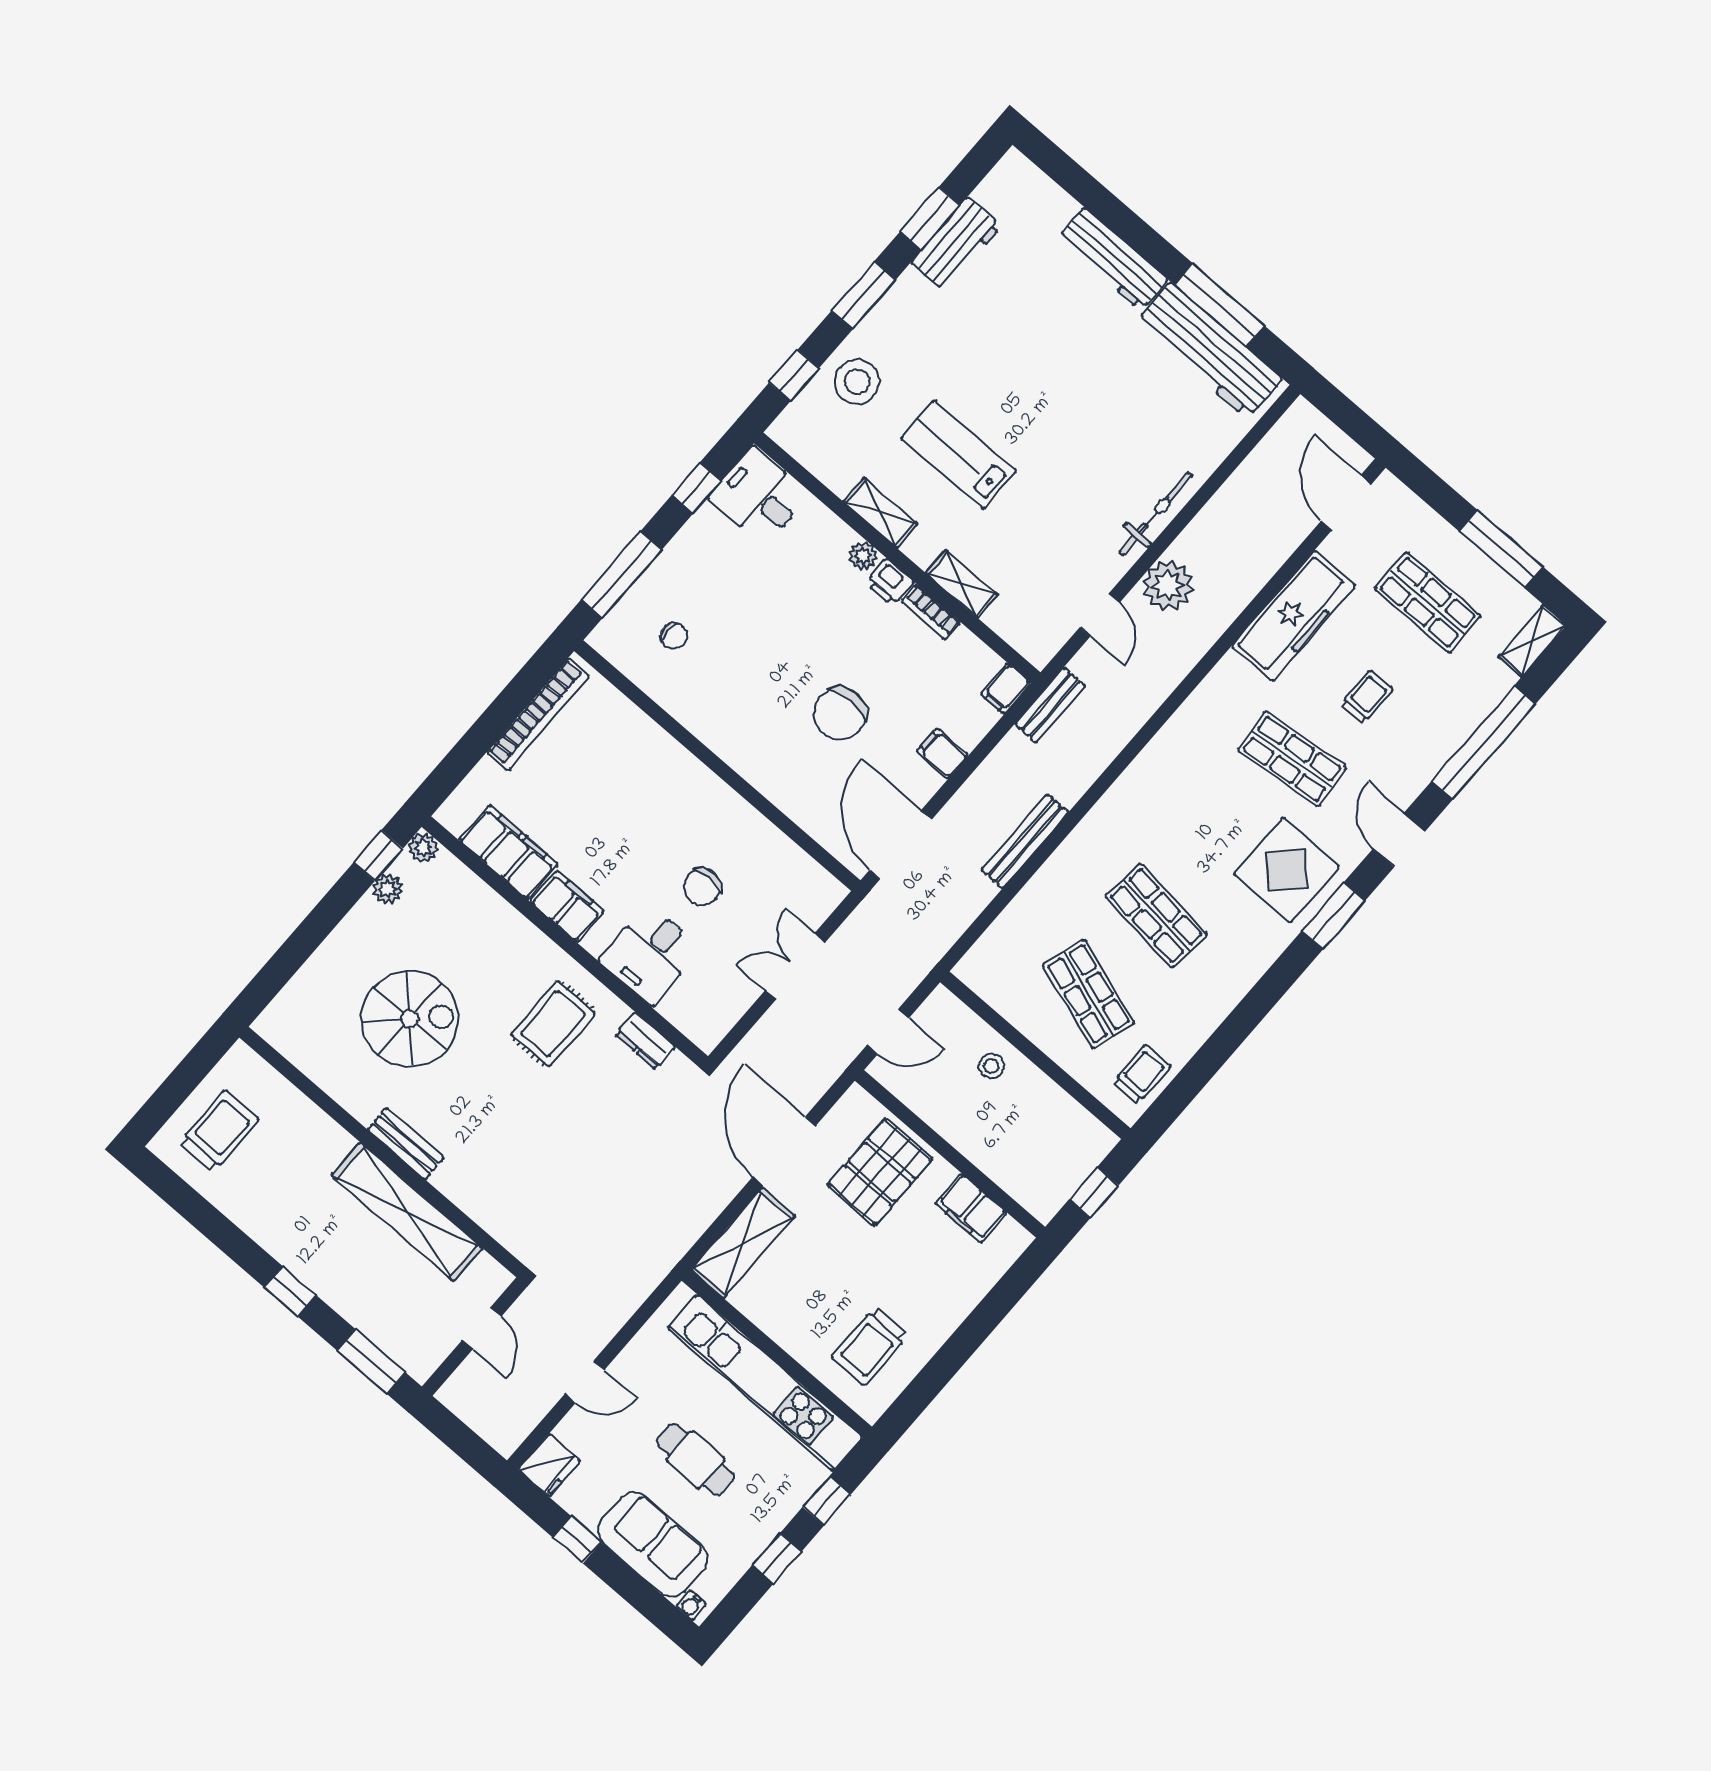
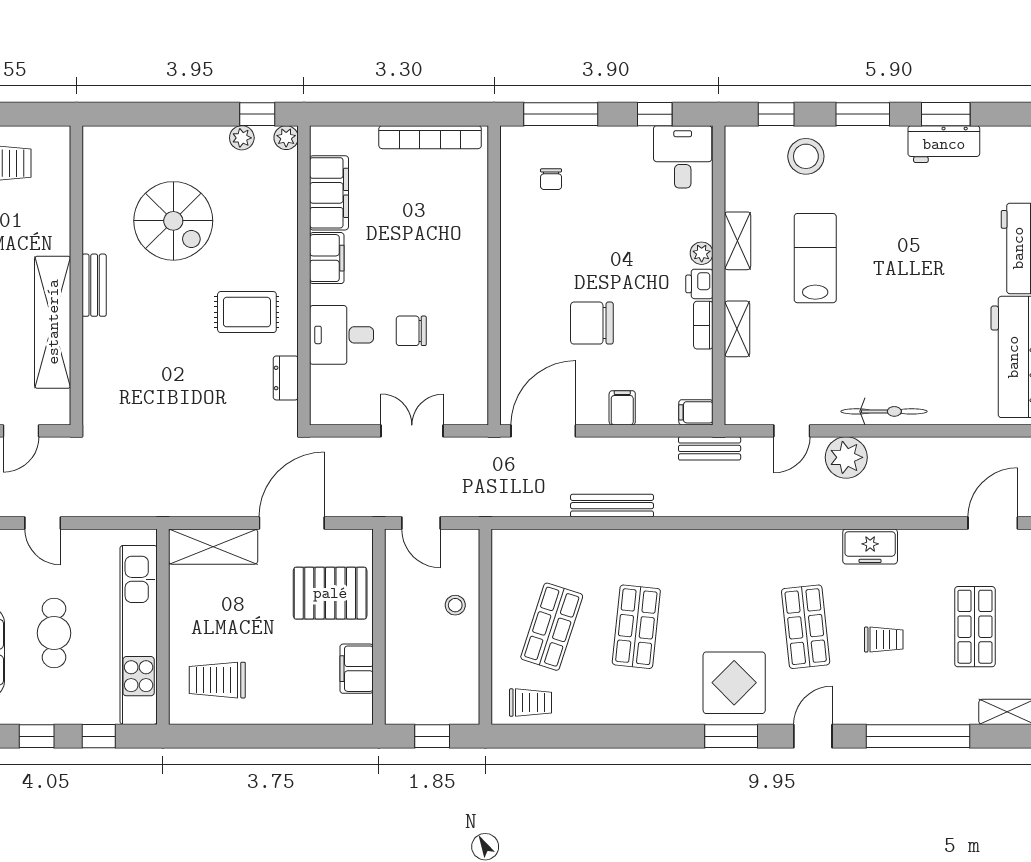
freezer: (1294, 616) -> (870, 546), width x0.52, depth x0.79

